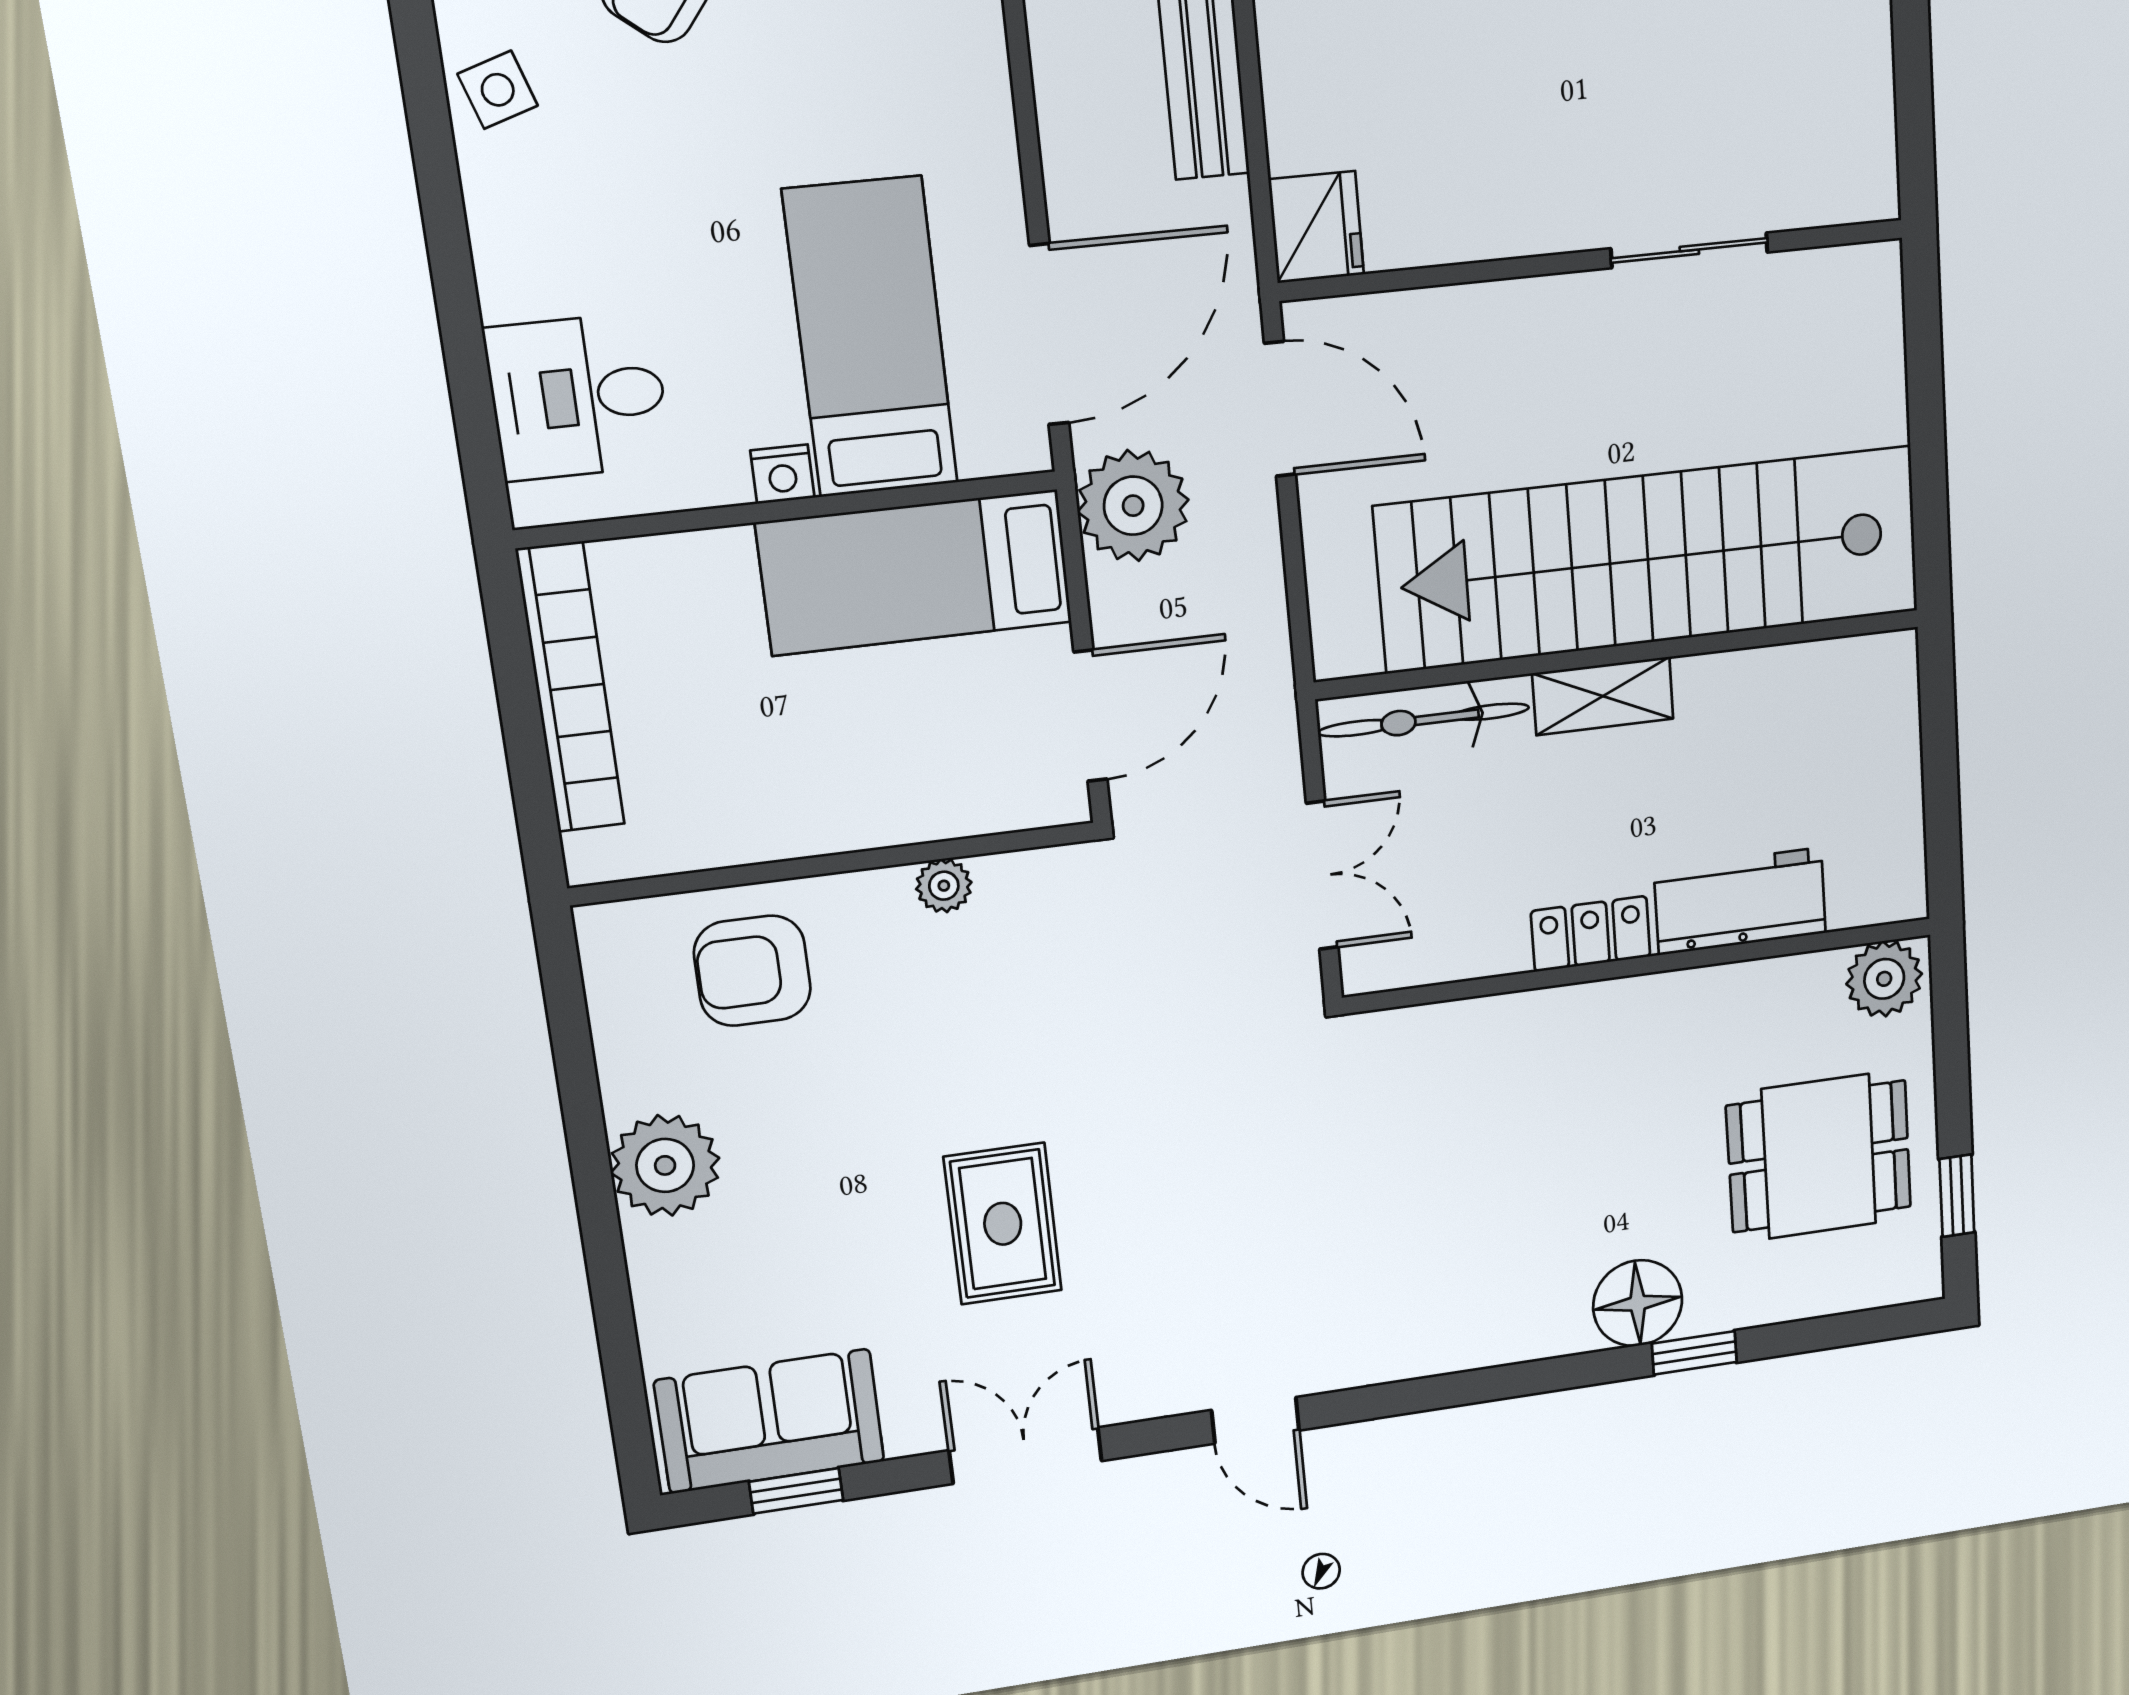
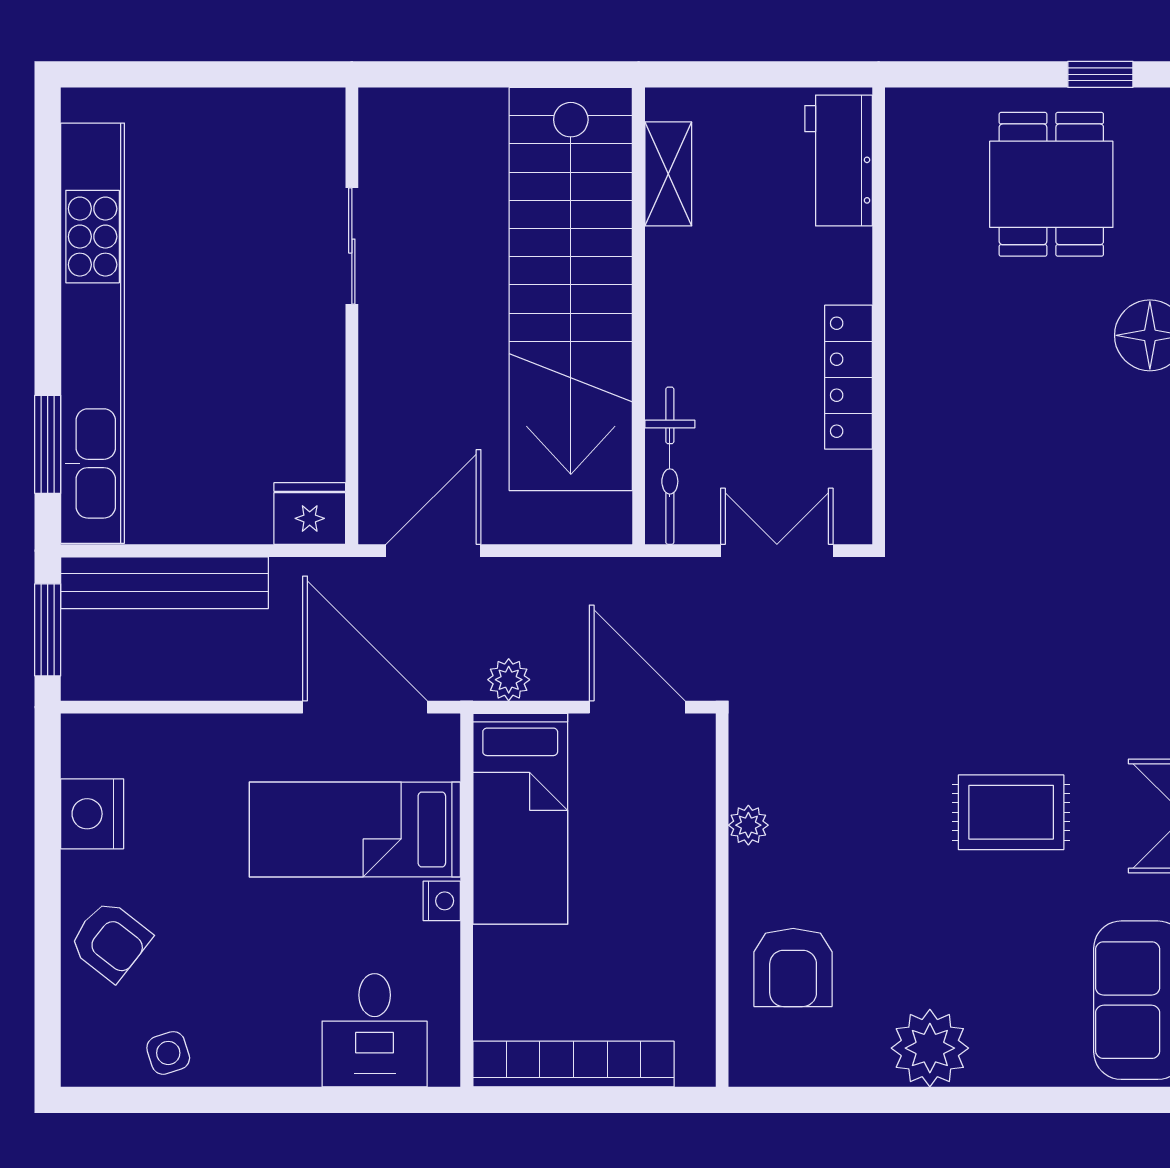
plant: (1133, 506) -> (509, 680), width x0.53, depth x0.53
shelving: (1603, 696) -> (668, 174), moved
workbench: (1740, 901) -> (839, 160), moved
locker: (1591, 934) -> (849, 377), width x1.53
plant: (1884, 979) -> (915, 126), removed

